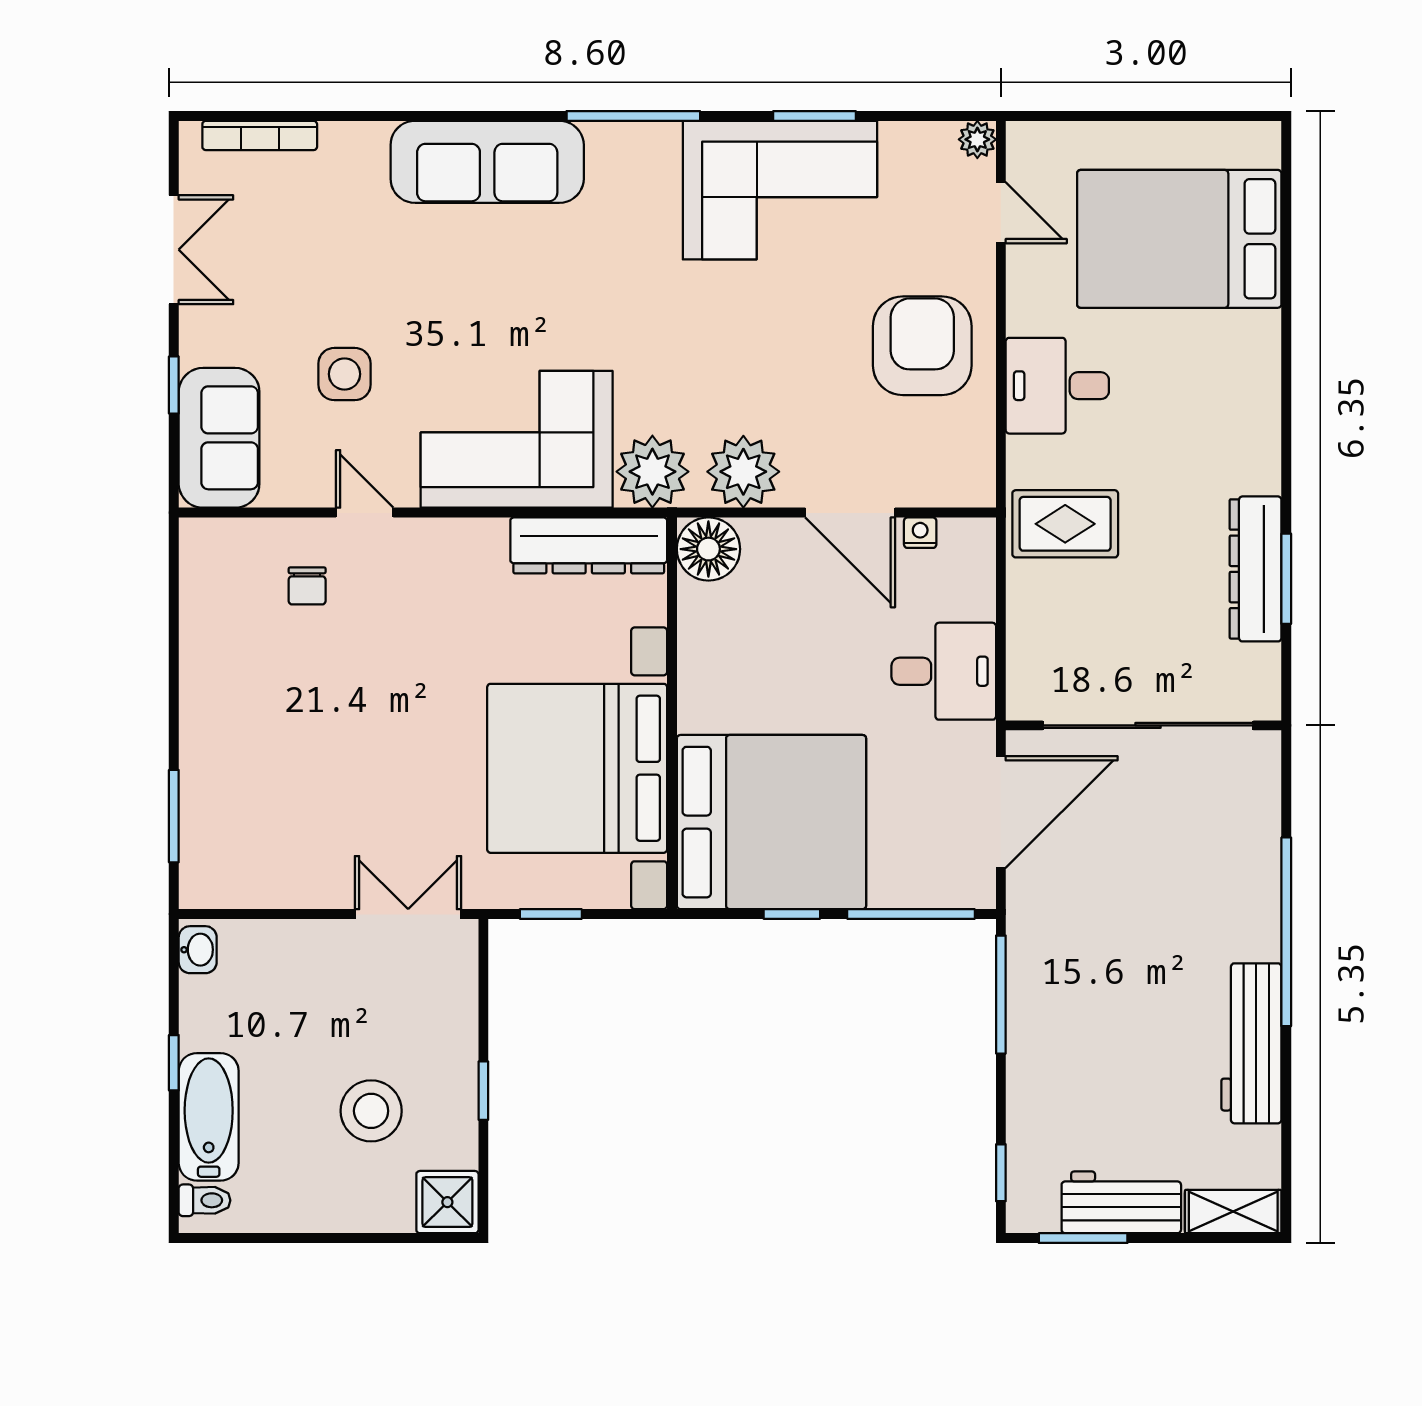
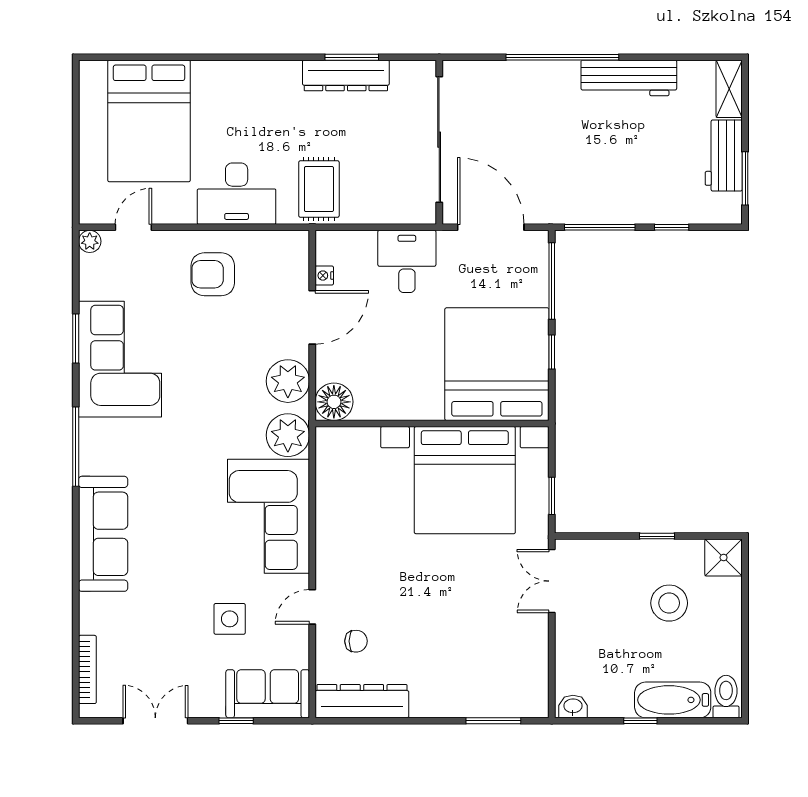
armchair: (922, 346) -> (213, 274), width x0.73, depth x0.73
desk: (1057, 386) -> (237, 194), width x1.37
dresser: (589, 545) -> (362, 701), moved, turned -90
window: (1001, 1173) -> (672, 227), moved
toilet: (204, 1200) -> (726, 696), width x1.37, depth x1.39

